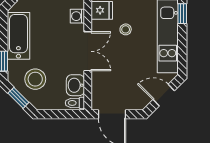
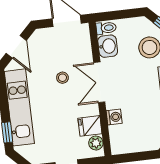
stool: (126, 29) -> (62, 78), moved
door: (164, 95) -> (16, 47), hinge flipped

